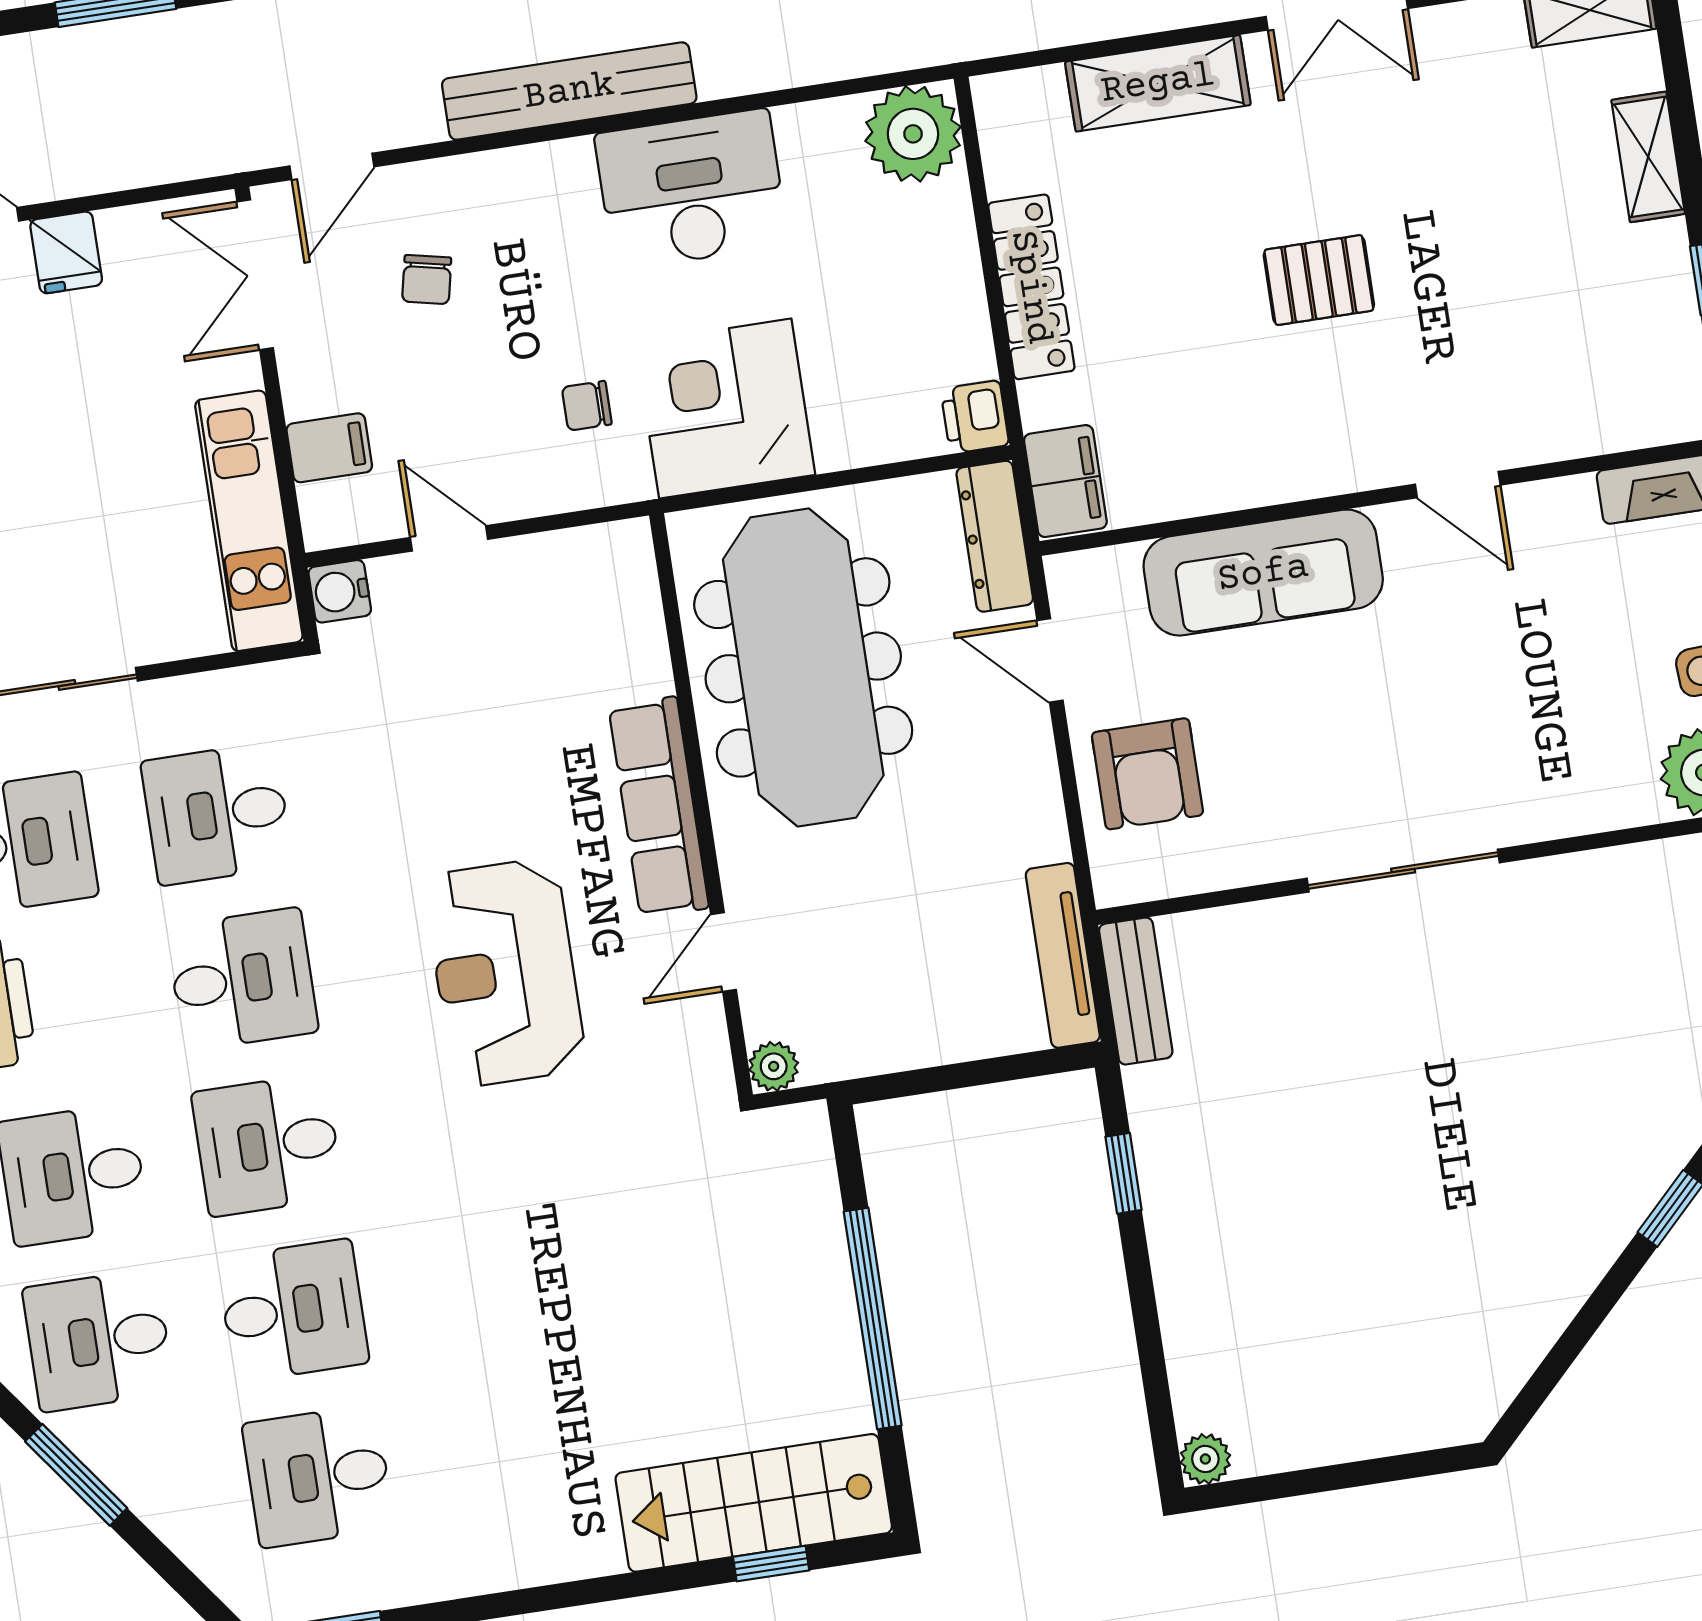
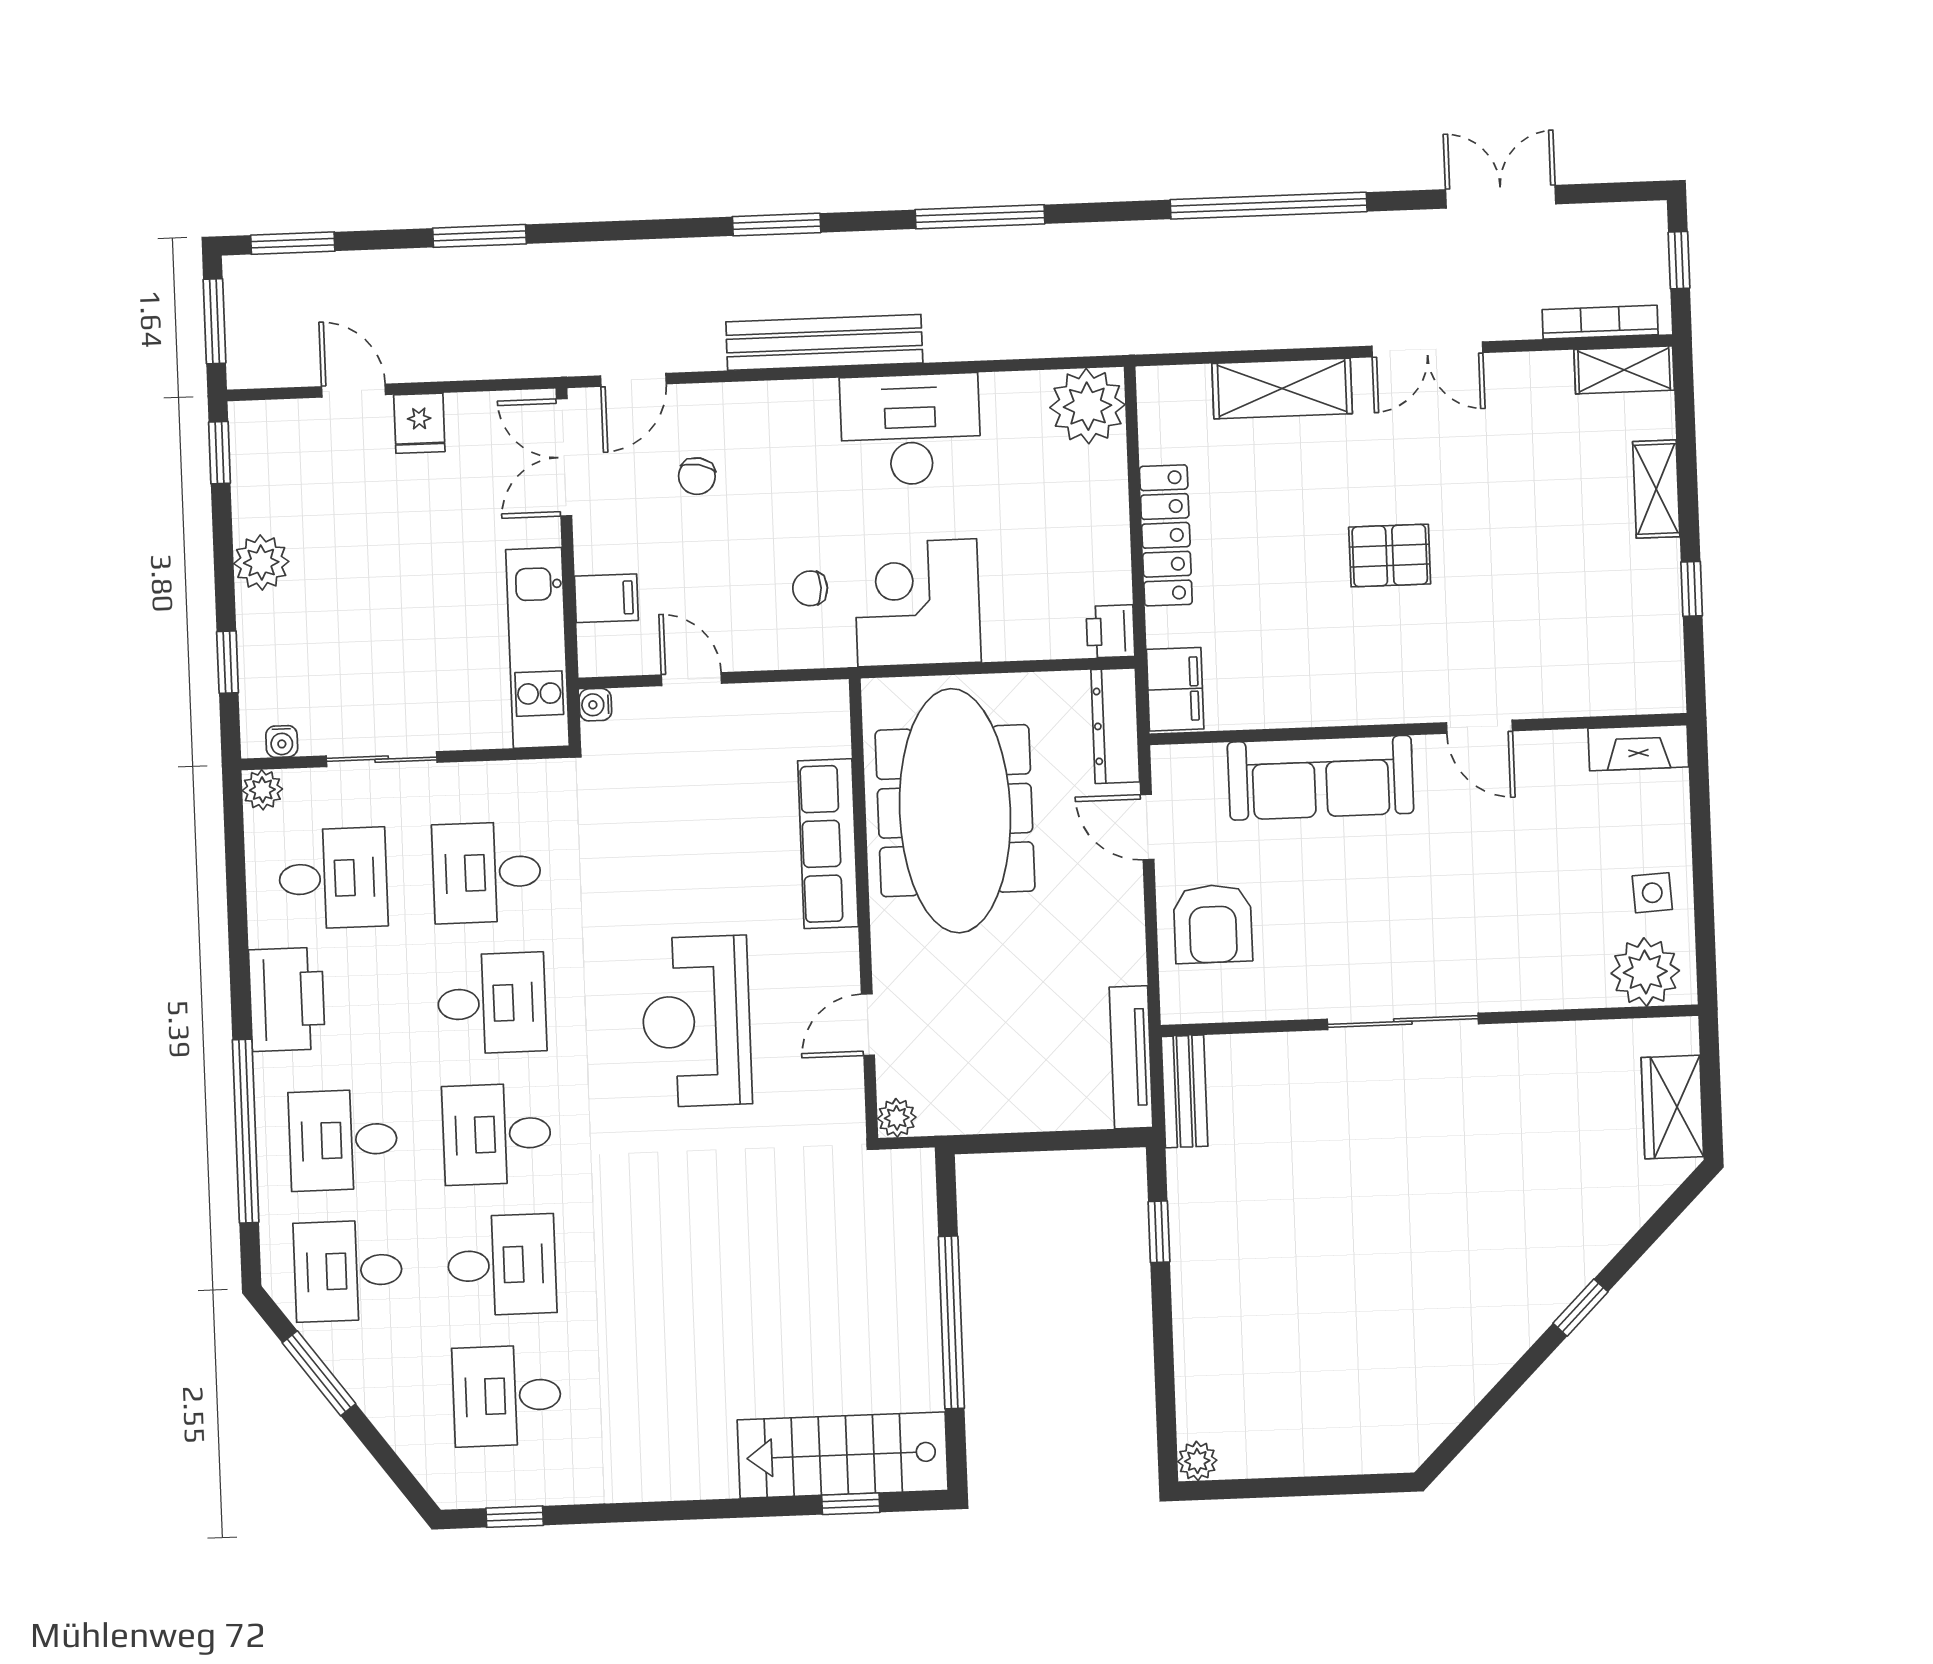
water cooler: (340, 591) -> (595, 705), width x0.72, depth x0.72
row of seats: (659, 807) -> (828, 844), moved

